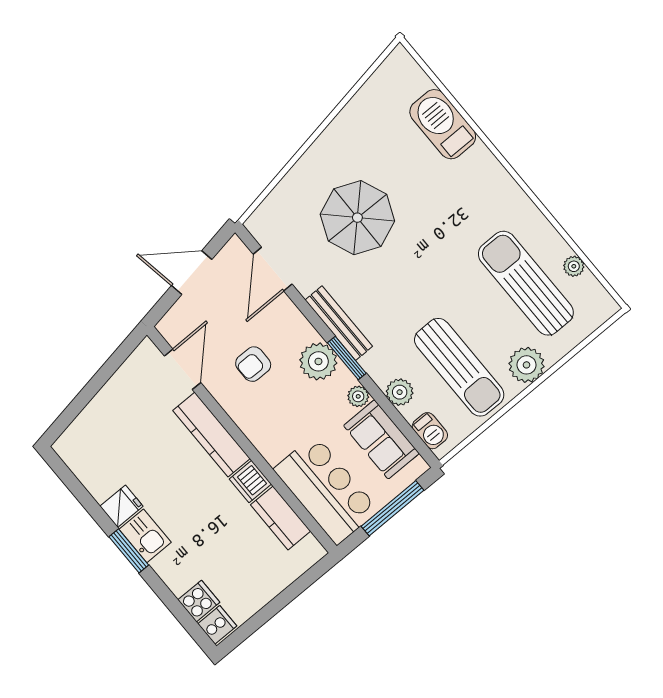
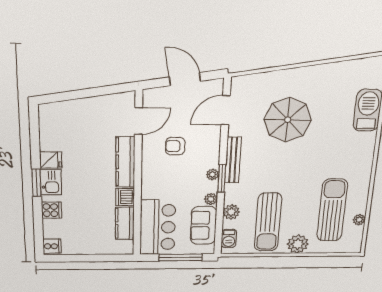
plant: (318, 361) -> (212, 174), width x0.53, depth x0.53
cooker: (199, 601) -> (52, 210), moved

